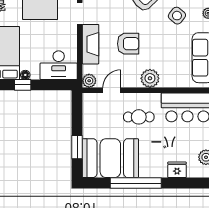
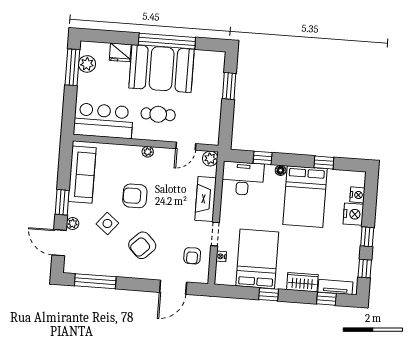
armchair: (128, 44) -> (135, 196), moved
plant: (150, 78) -> (148, 152), width x0.53, depth x0.53
window: (23, 85) -> (263, 158), moved
booth: (110, 158) -> (162, 69), moved

